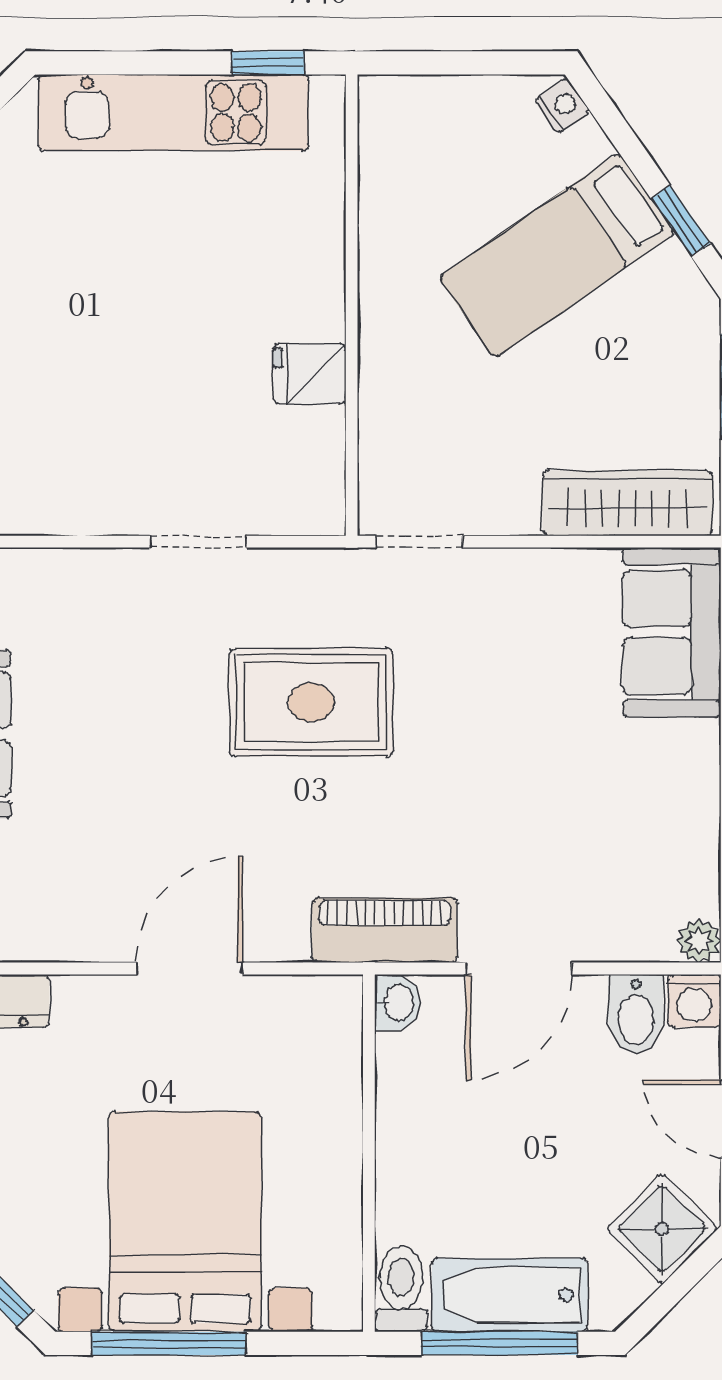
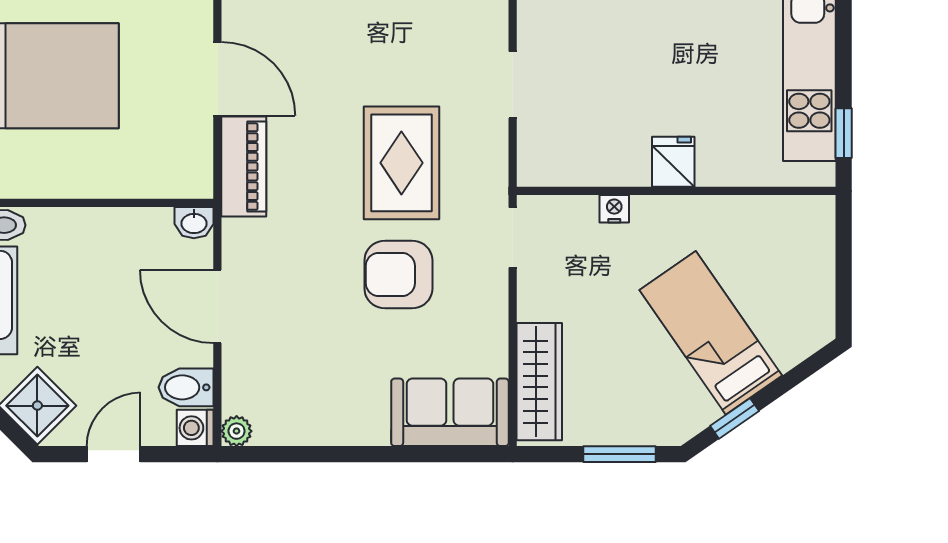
nightstand: (562, 106) -> (614, 209), moved, turned -145
fridge: (310, 374) -> (673, 162), moved
armchair: (473, 707) -> (398, 275), added
piano: (385, 930) -> (244, 167), moved

